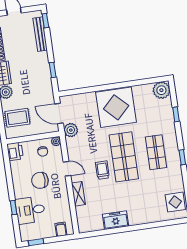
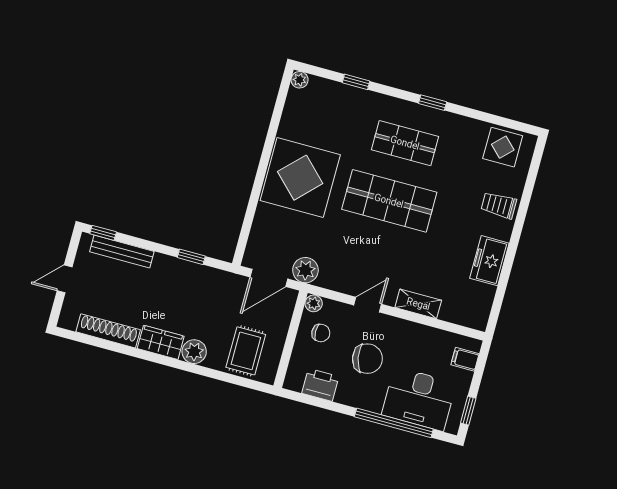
plant: (161, 90) -> (300, 80), width x0.53, depth x0.53
printer: (15, 151) -> (320, 385), moved
trolley: (102, 170) -> (499, 205), moved
chair: (40, 180) -> (367, 359), turned -101
window: (14, 208) -> (394, 423), width x3.17
desk: (30, 210) -> (419, 399), width x1.37

